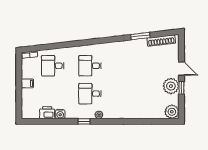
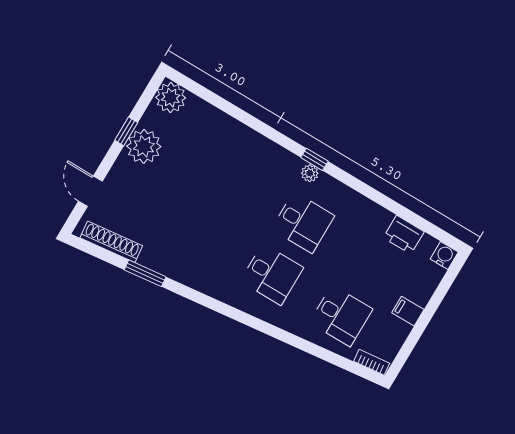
door: (181, 69) -> (90, 191), moved
water cooler: (60, 114) -> (444, 256), moved
window: (84, 121) -> (314, 159), moved

